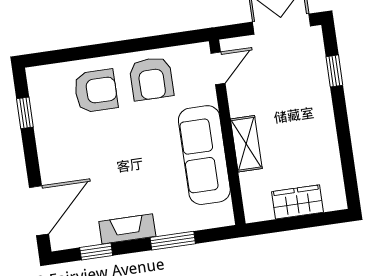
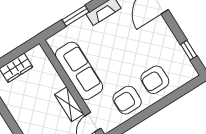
armchair: (151, 79) -> (127, 100), turned -90
shelving: (246, 144) -> (69, 104), moved

